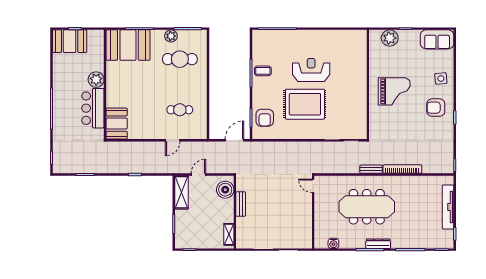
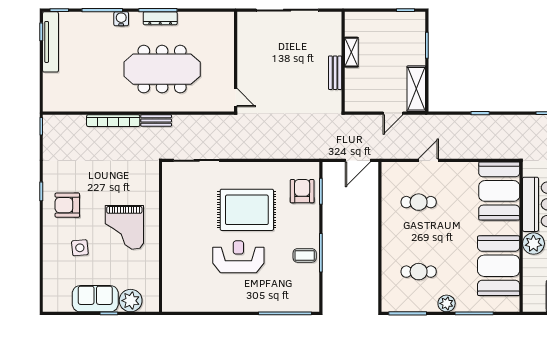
plant: (171, 36) -> (447, 303), moved
sofa: (437, 39) -> (95, 299), moved
booth: (128, 45) -> (499, 266), moved, turned 90
cafe table: (180, 59) -> (419, 272), width x0.73, depth x0.74
reception desk: (311, 70) -> (238, 257), turned 180
side table: (441, 78) -> (80, 248), moved
grand piano: (394, 91) -> (124, 227), turned -90
armchair: (436, 108) -> (67, 205), turned 180
booth: (117, 124) -> (499, 191), width x1.36, depth x1.42
door: (234, 140) -> (358, 160), moved
boiler: (225, 190) -> (356, 92), removed
tv unit: (448, 207) -> (50, 42), moved
shelving: (229, 234) -> (351, 52), moved
water cooler: (333, 243) -> (121, 19), moved
dresser: (378, 244) -> (160, 18), moved

